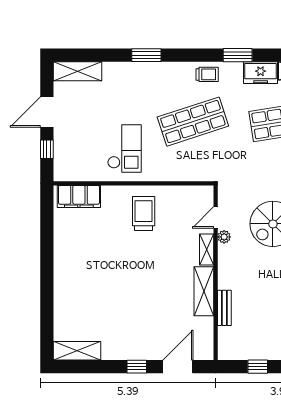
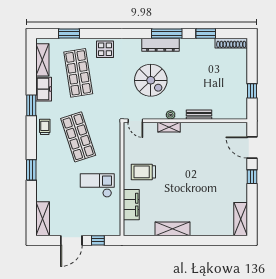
door: (47, 112) -> (71, 240), hinge flipped
filing cabinet: (79, 196) -> (131, 205), moved
door: (216, 217) -> (135, 121), moved
plant: (224, 237) -> (171, 115), moved
shelving: (204, 291) -> (173, 229), moved
bench: (224, 308) -> (199, 115), moved

